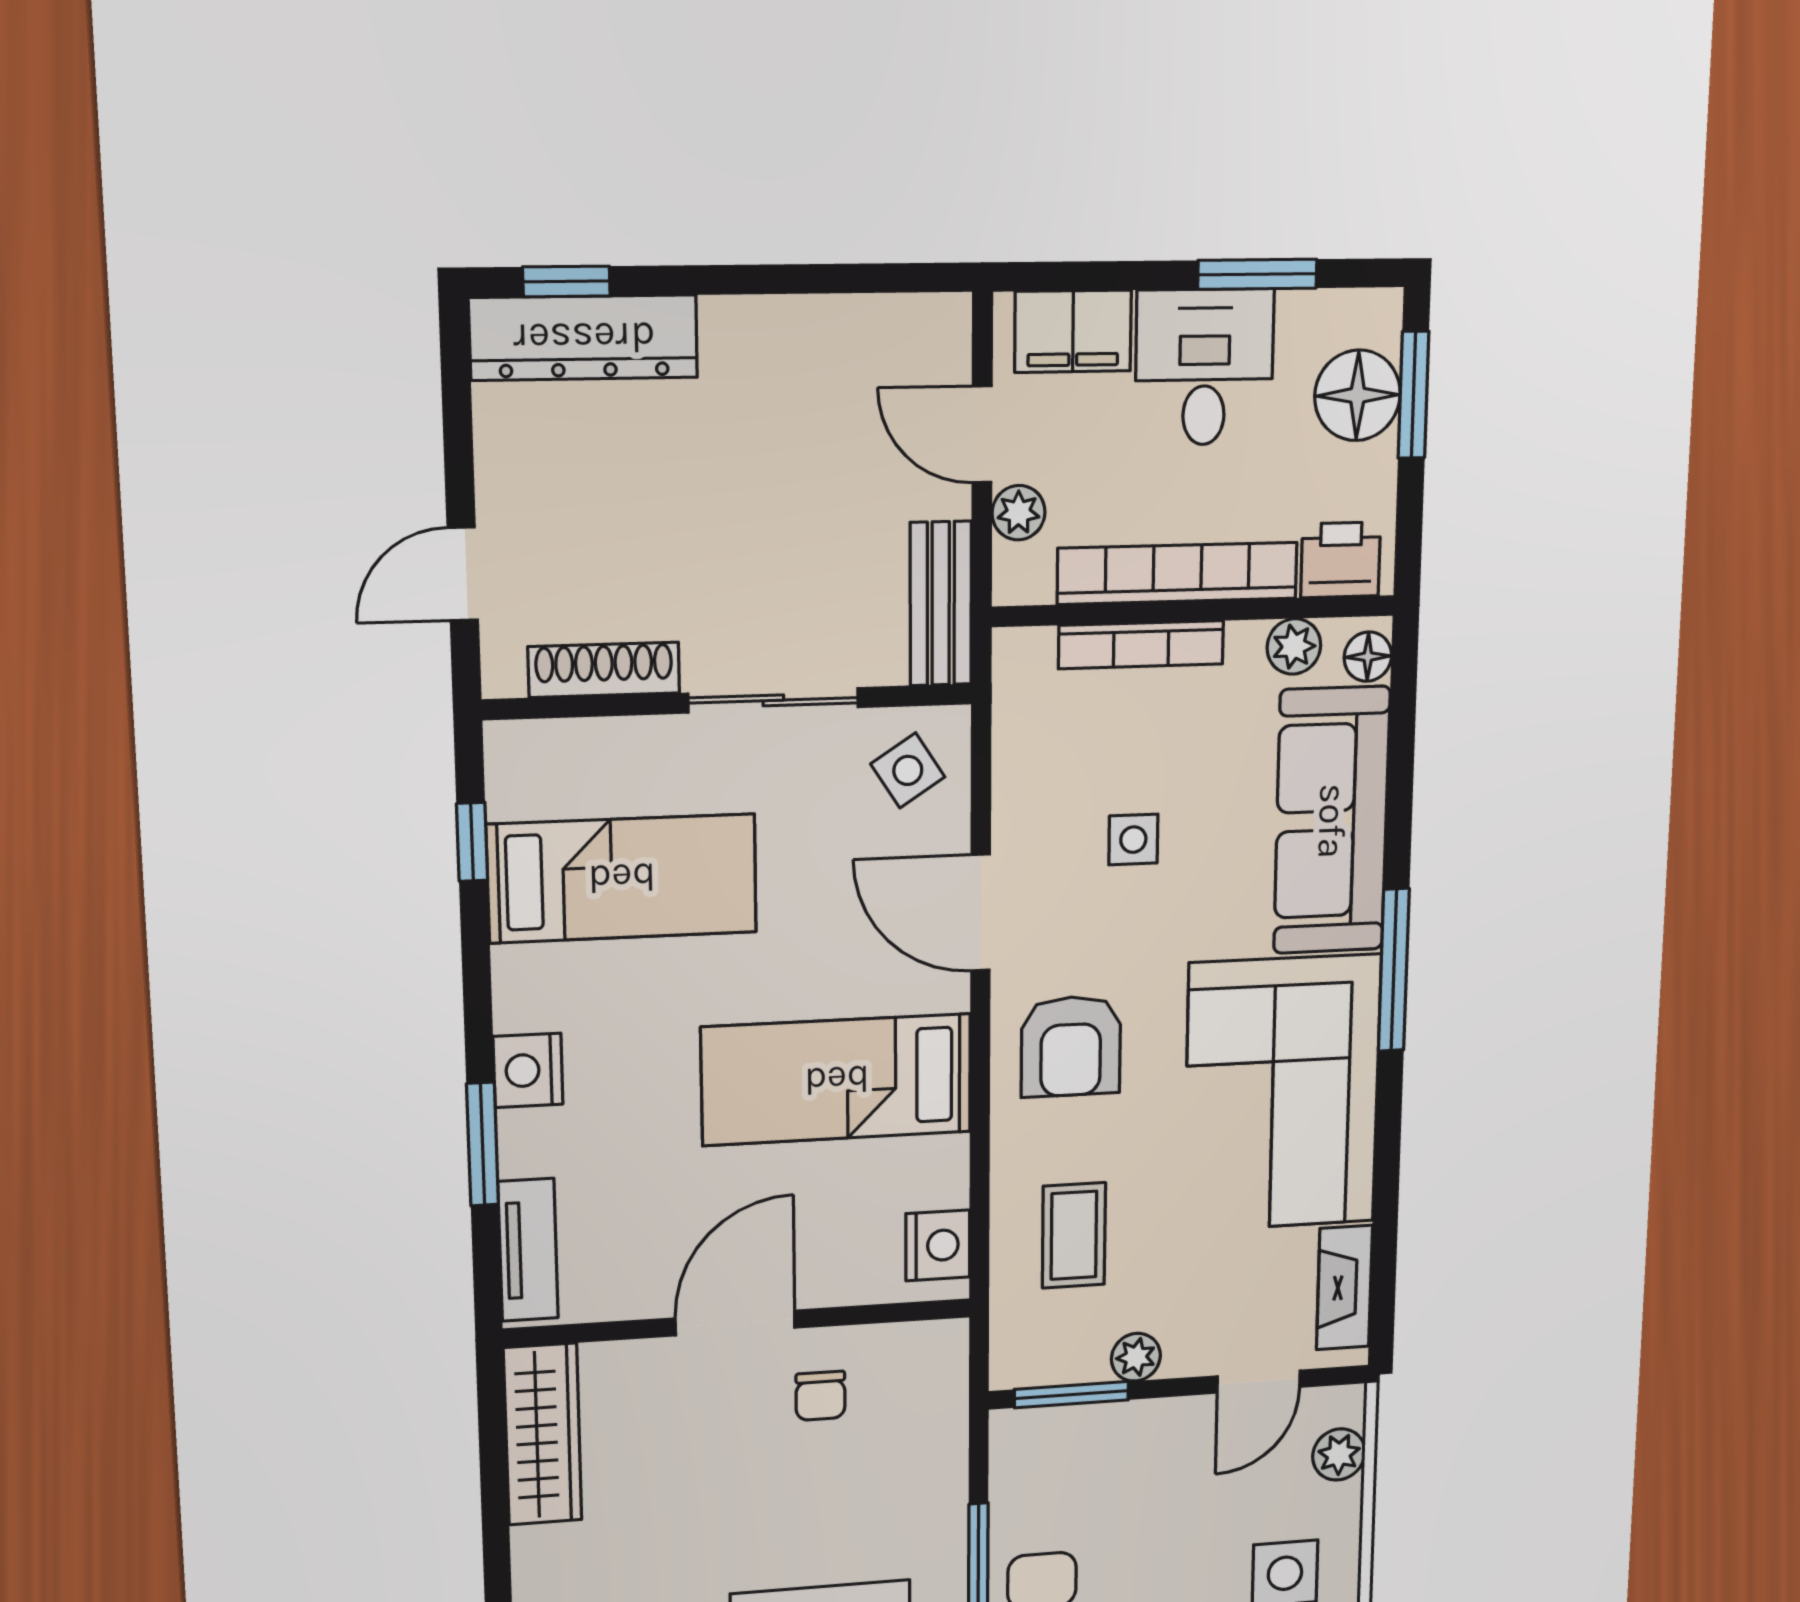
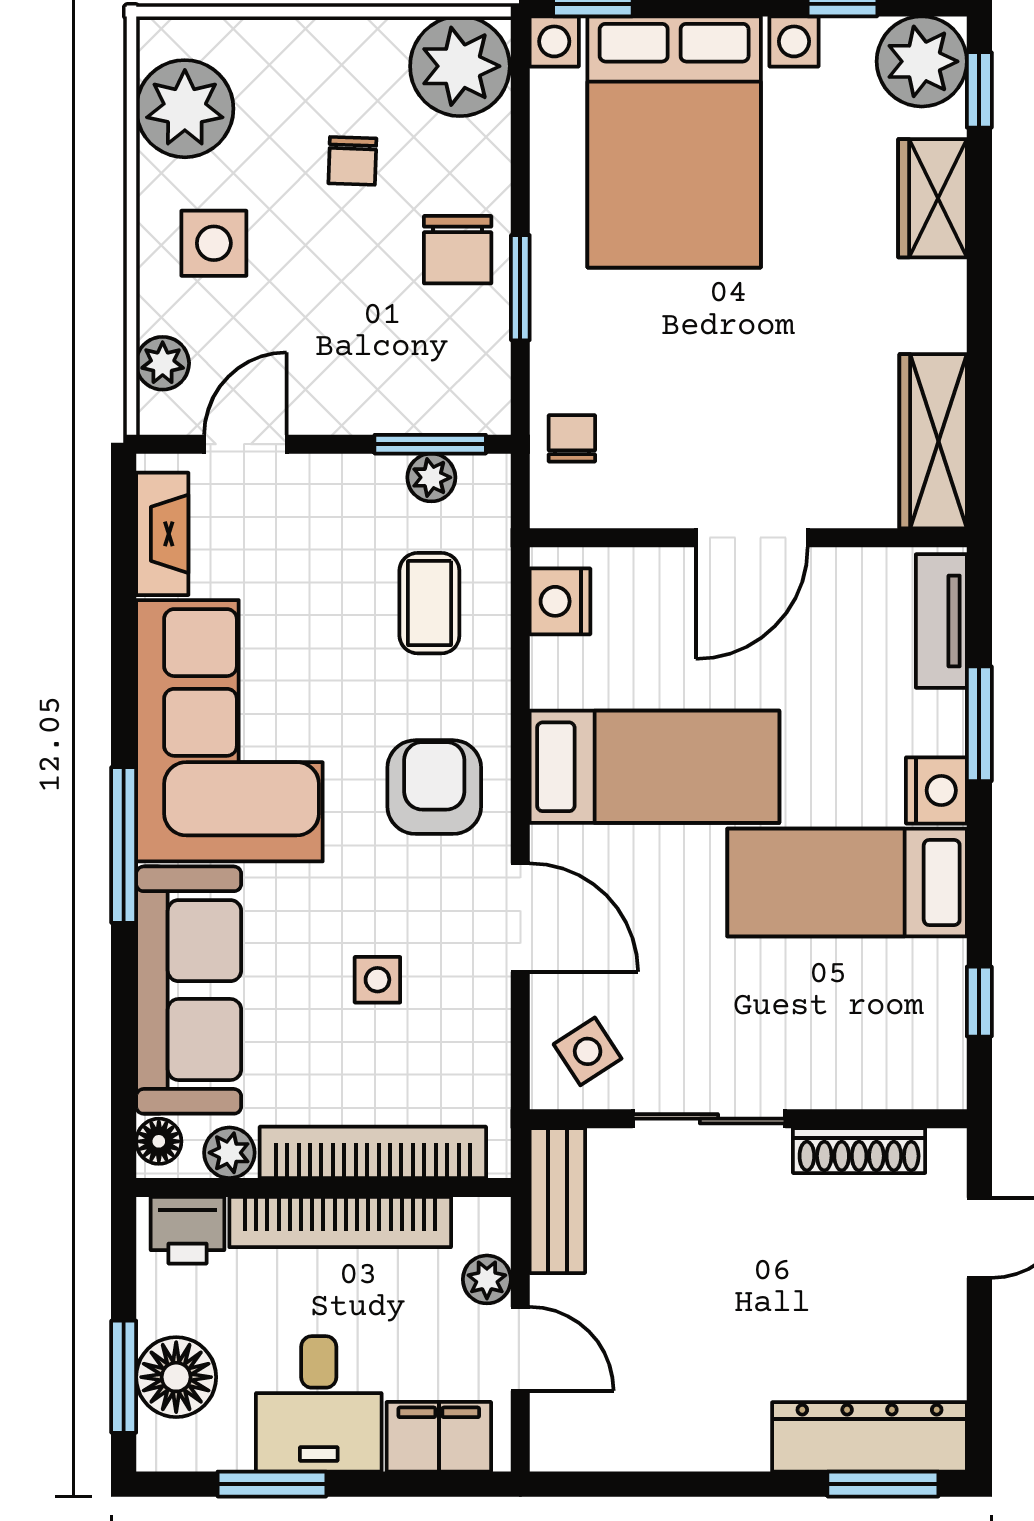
window: (566, 281) -> (883, 1484), width x1.50
bookcase: (1141, 645) -> (373, 1152), width x1.48, depth x1.31
bed: (622, 878) -> (847, 882), moved
plant: (1136, 1357) -> (431, 477), moved
chair: (820, 1396) -> (572, 438), moved

